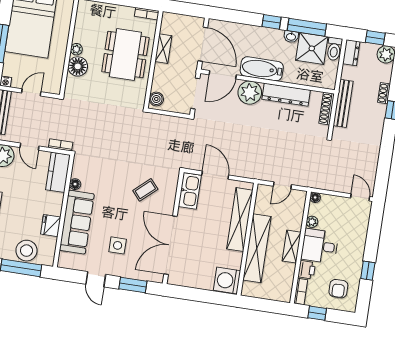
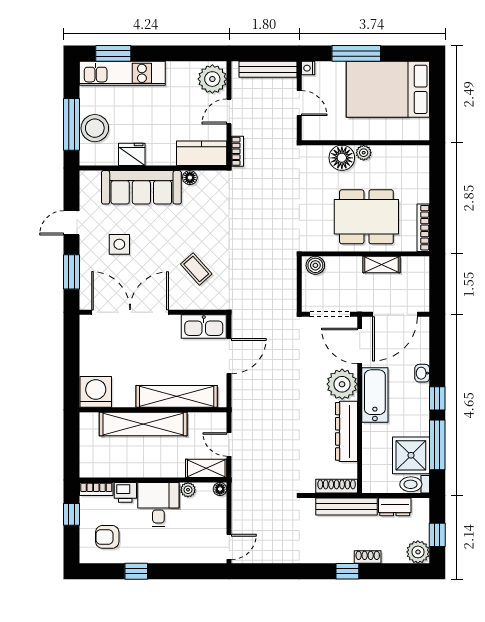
bookcase: (147, 14) -> (423, 228), width x1.56
washbasin: (291, 37) -> (422, 373), moved
dresser: (351, 53) -> (395, 507), moved
shelving: (292, 247) -> (206, 468), moved

